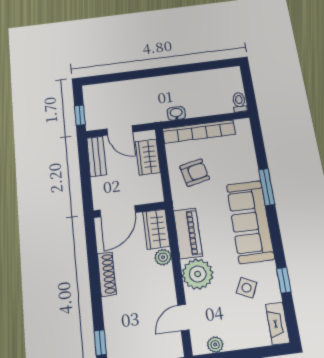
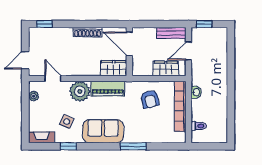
toilet: (239, 102) -> (199, 126), moved
sofa: (250, 222) -> (103, 131), width x0.73
plant: (163, 257) -> (94, 70), removed

